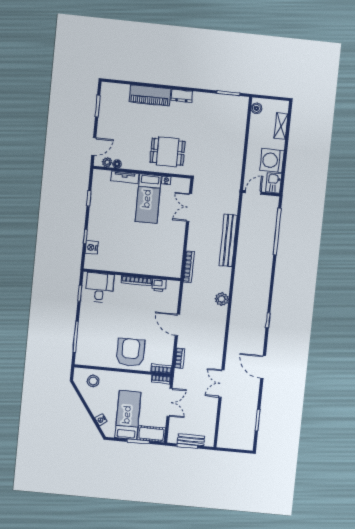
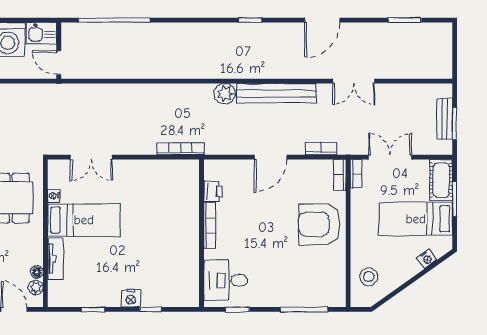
bench: (228, 240) -> (276, 93), moved
nightstand: (92, 247) -> (131, 298), moved

